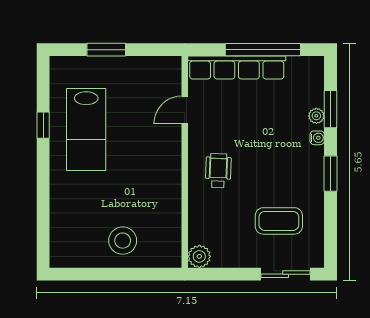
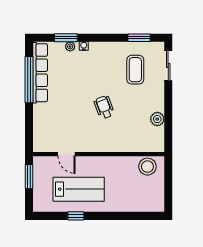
row of seats: (237, 67) -> (40, 73), moved
door: (185, 110) -> (67, 154), moved
wall: (185, 162) -> (99, 154), moved
wheelchair: (218, 171) -> (104, 107), turned 67
window: (331, 174) -> (139, 38), moved

